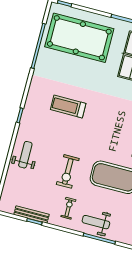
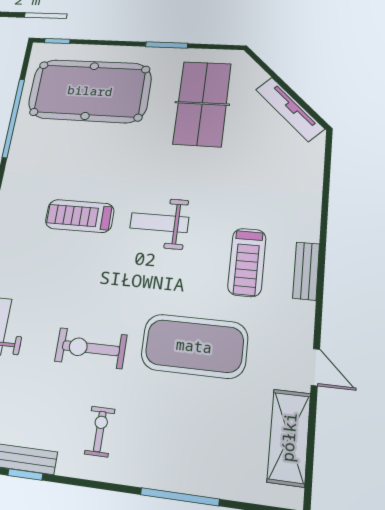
exercise bike: (68, 171) -> (91, 348), turned 90
weight bench: (96, 222) -> (159, 223), moved

